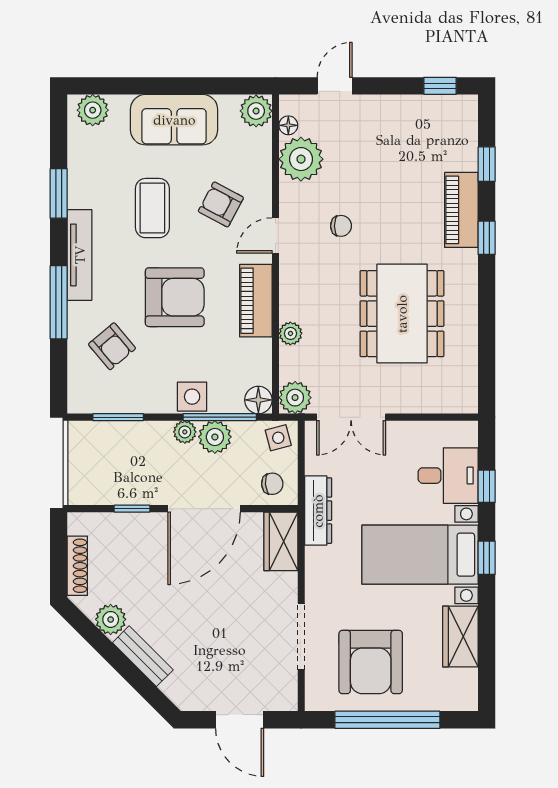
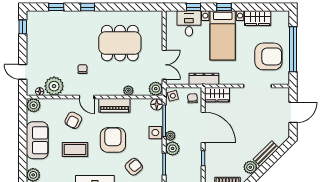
piano: (461, 210) -> (76, 18), removed
plant: (215, 437) -> (173, 148), moved

